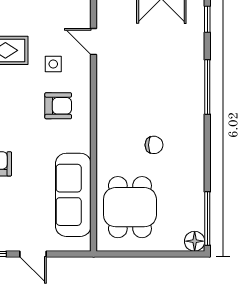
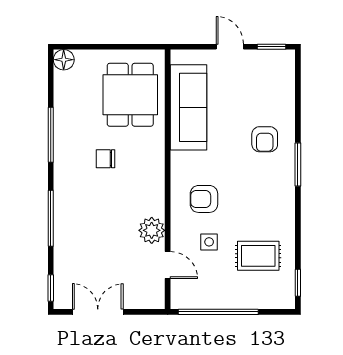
plant: (109, 75) -> (152, 230), added
window: (207, 218) -> (51, 135), moved

